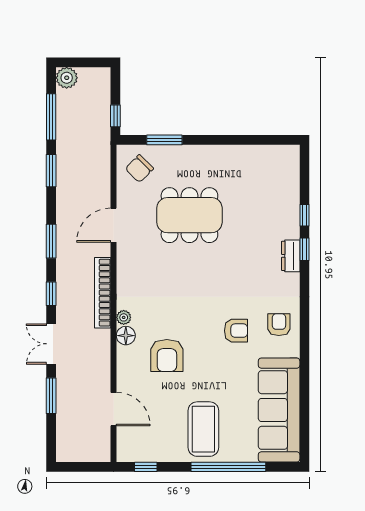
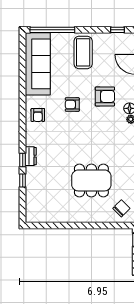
window: (164, 140) -> (106, 226), removed
armchair: (236, 331) -> (72, 105), moved
armchair: (167, 356) -> (105, 96), turned 90
window: (228, 467) -> (52, 30), moved

